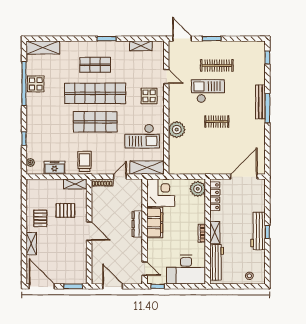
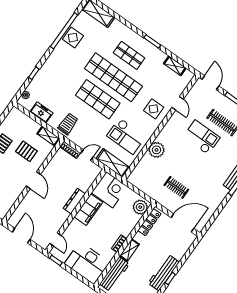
clothes rail: (217, 122) -> (176, 187), moved

